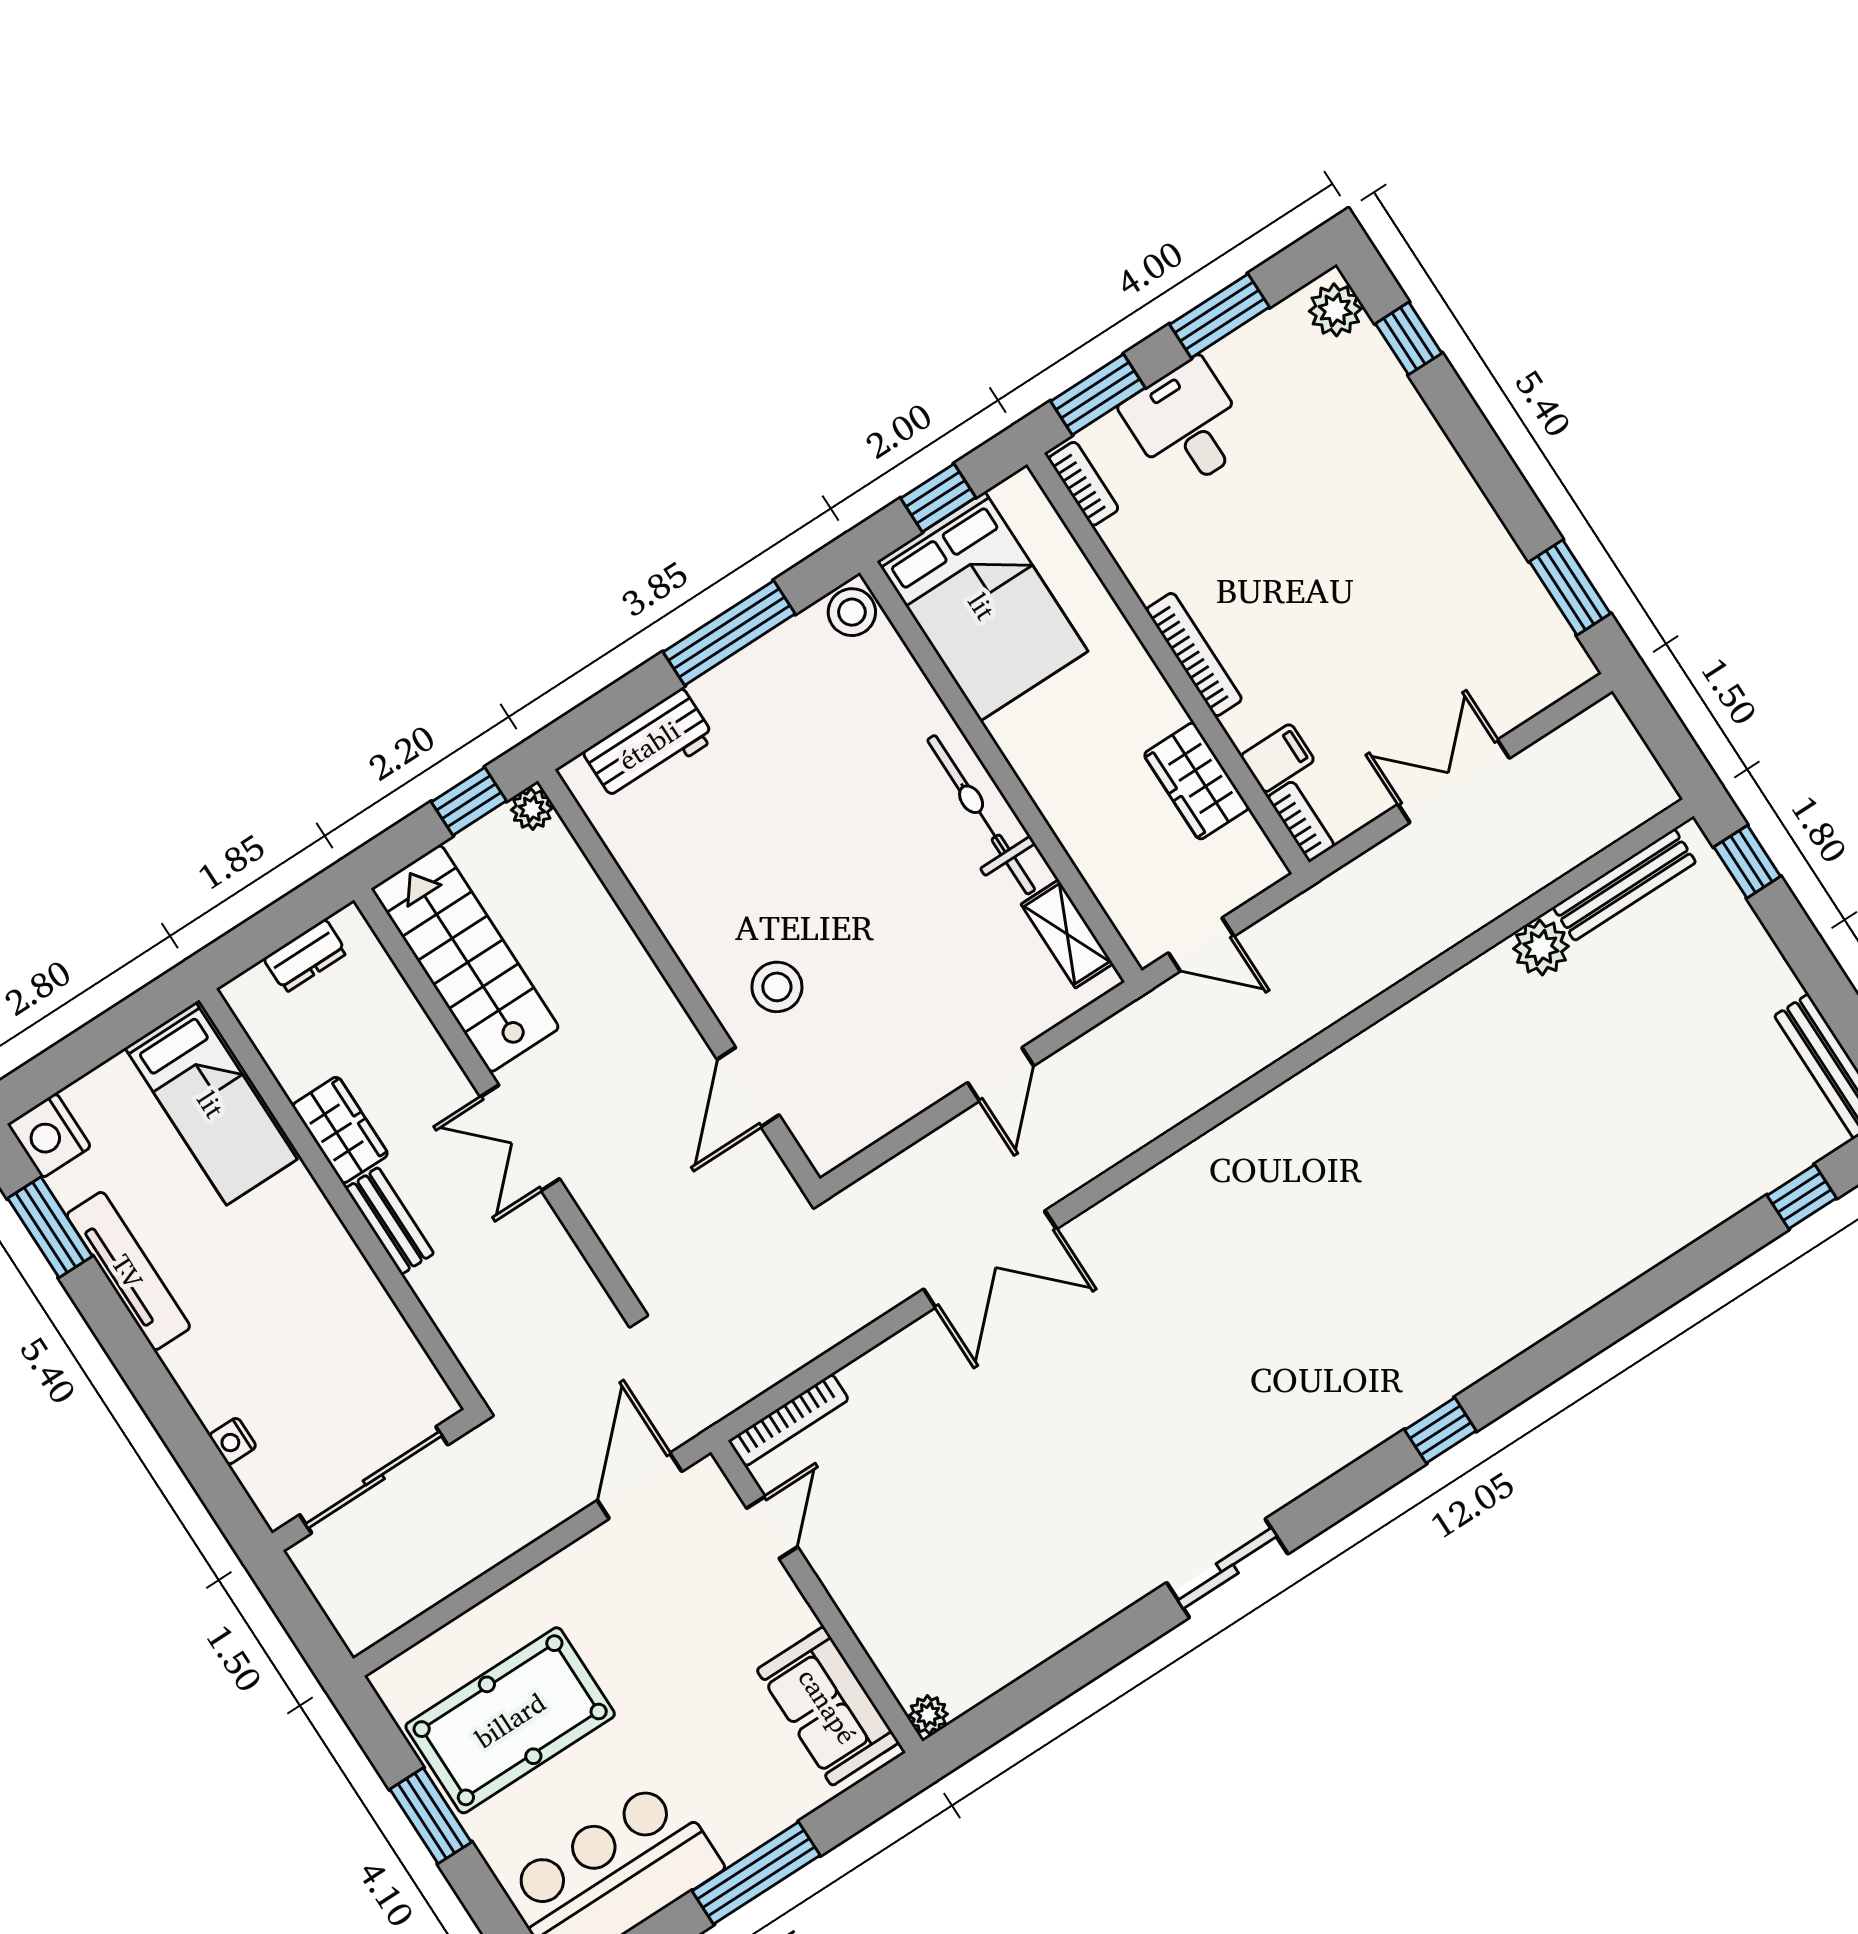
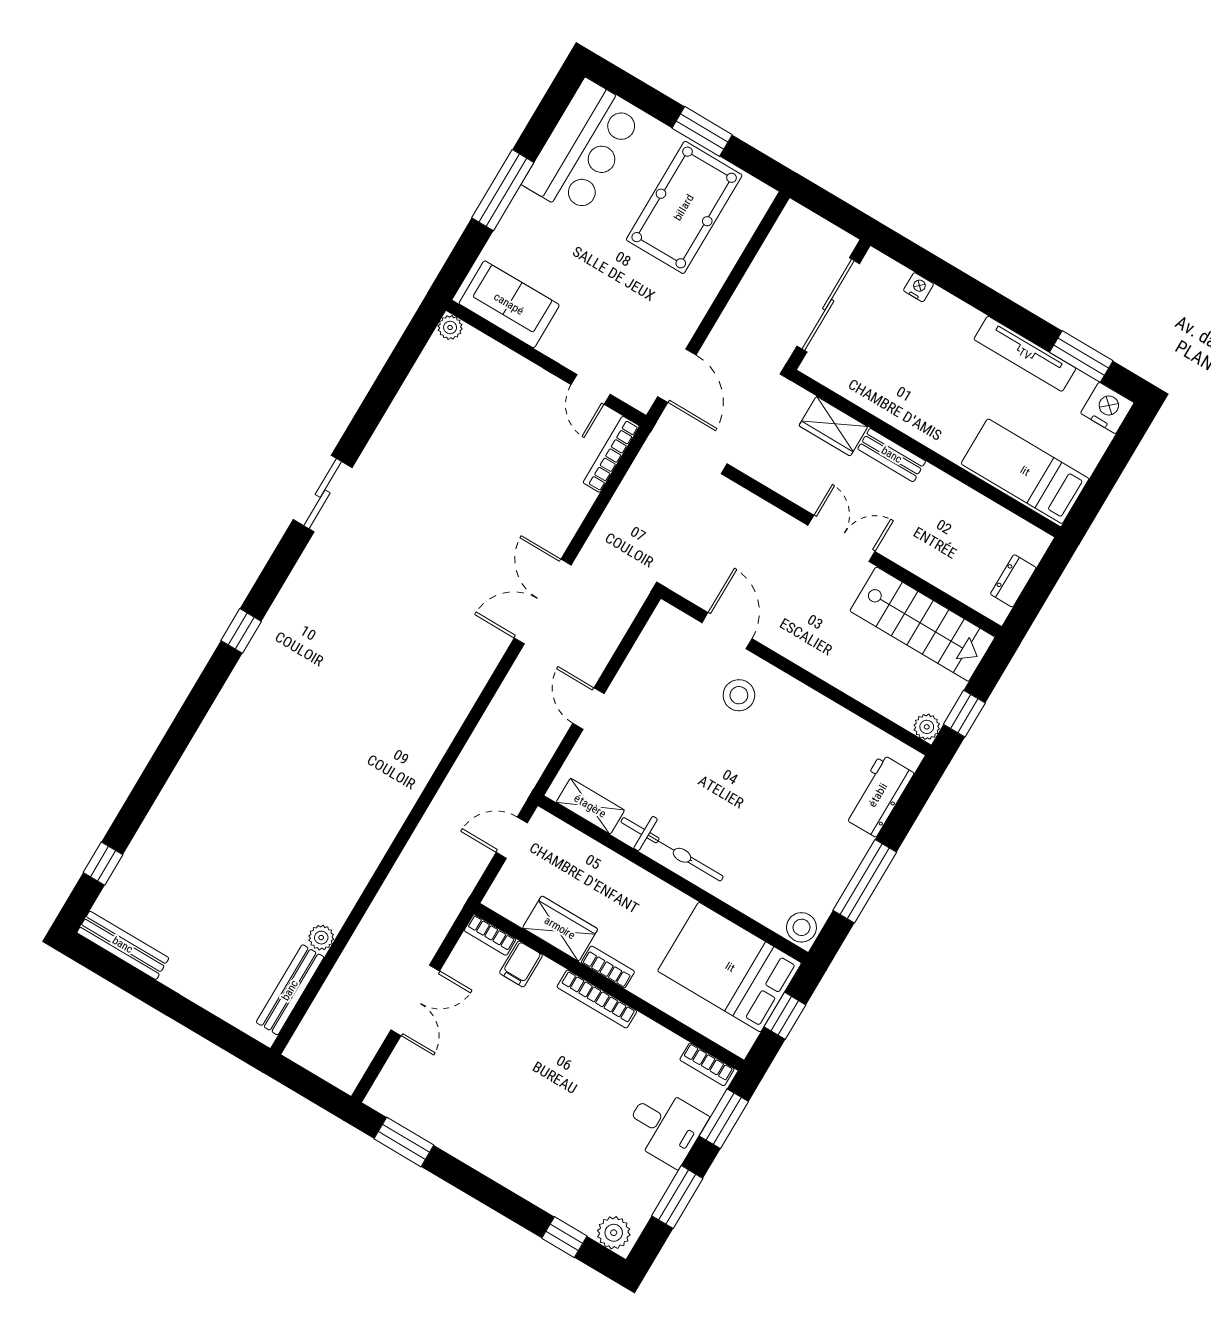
bookcase: (1156, 692) -> (608, 967), added
window: (1747, 862) -> (227, 1037), removed
plant: (1541, 947) -> (321, 938), width x0.73, depth x0.73
wardrobe: (340, 1130) -> (833, 426), moved

